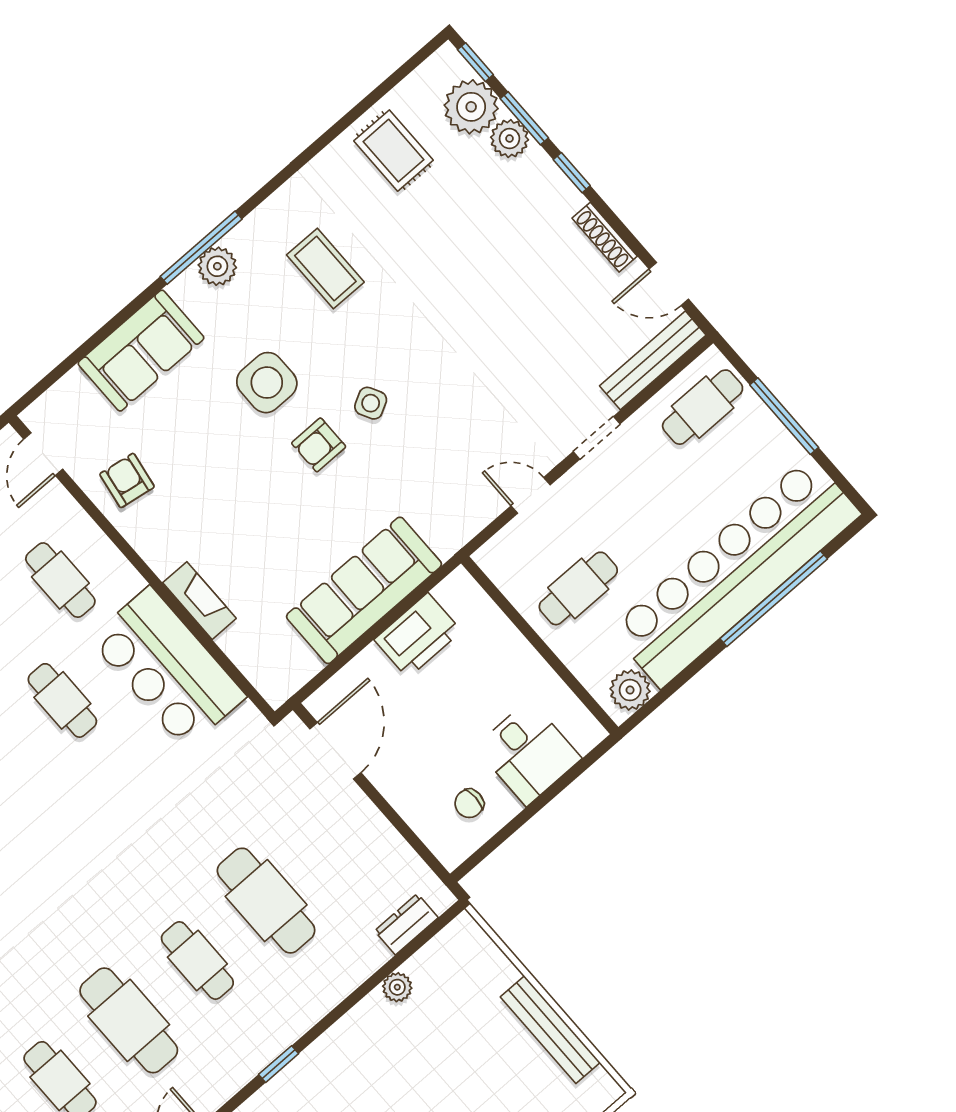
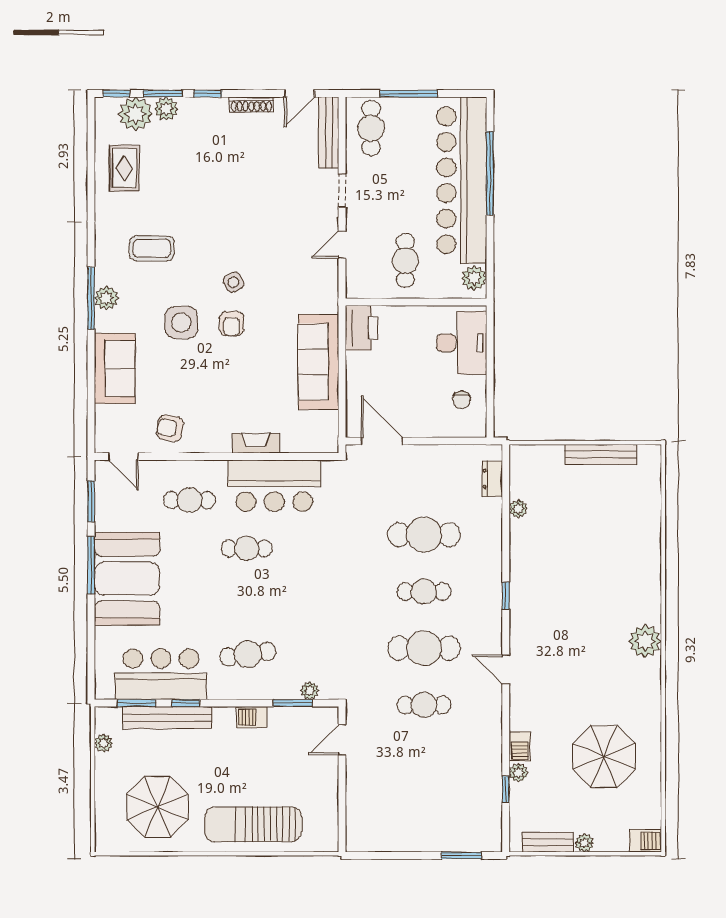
rug: (393, 151) -> (124, 168), turned 90
printer: (418, 635) -> (362, 328), moved
desk: (528, 753) -> (462, 343), width x1.37

